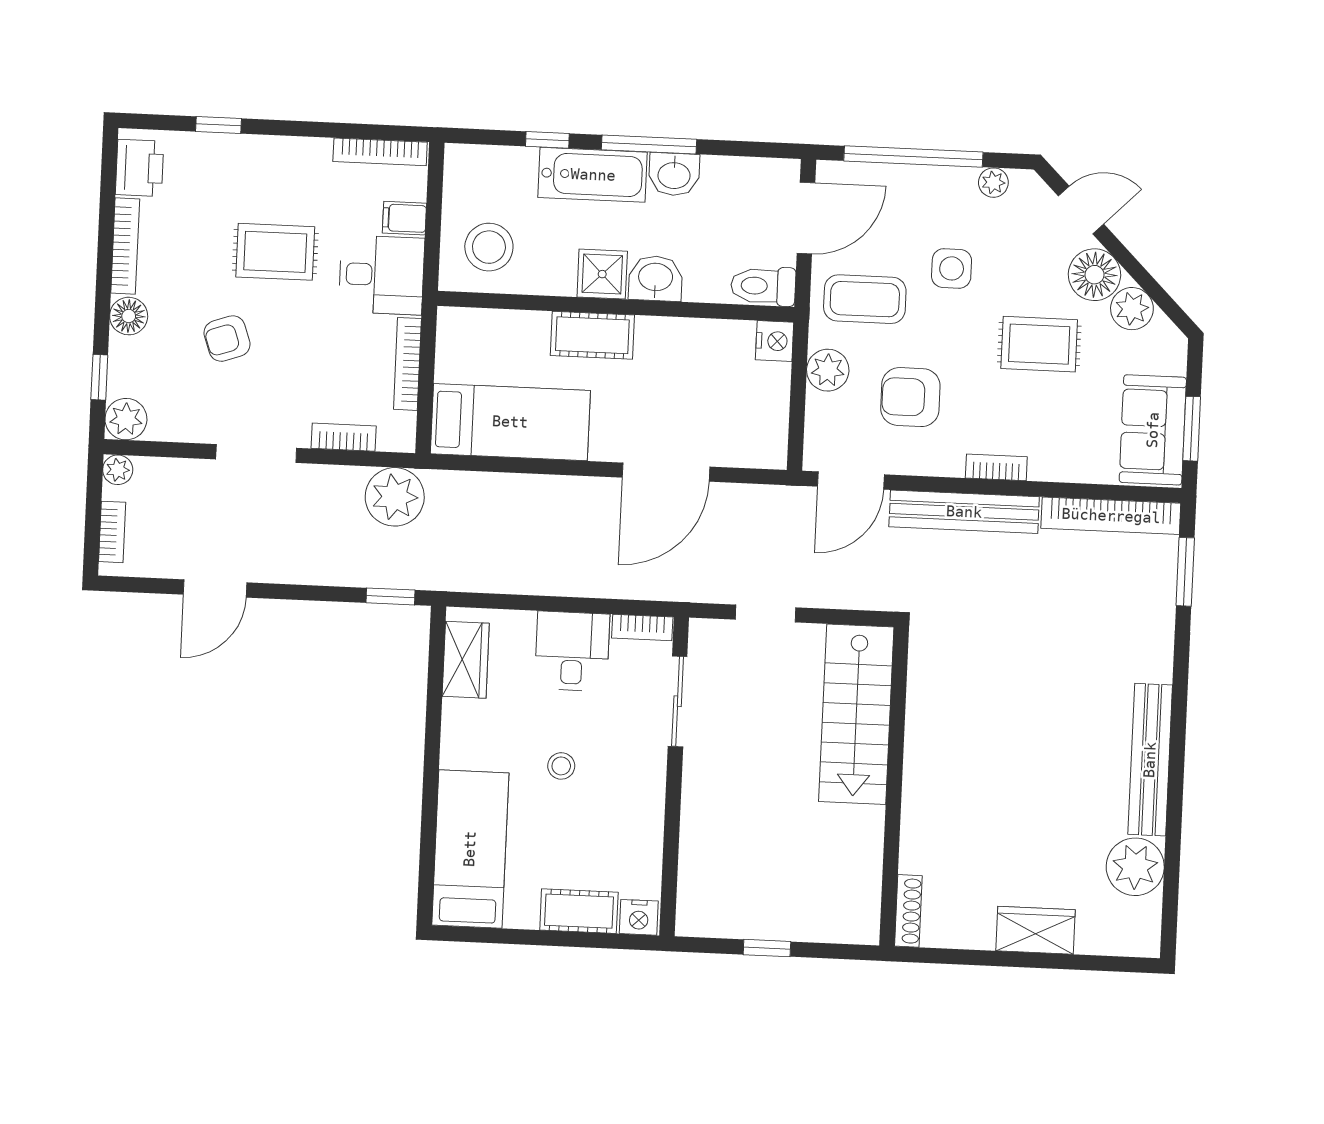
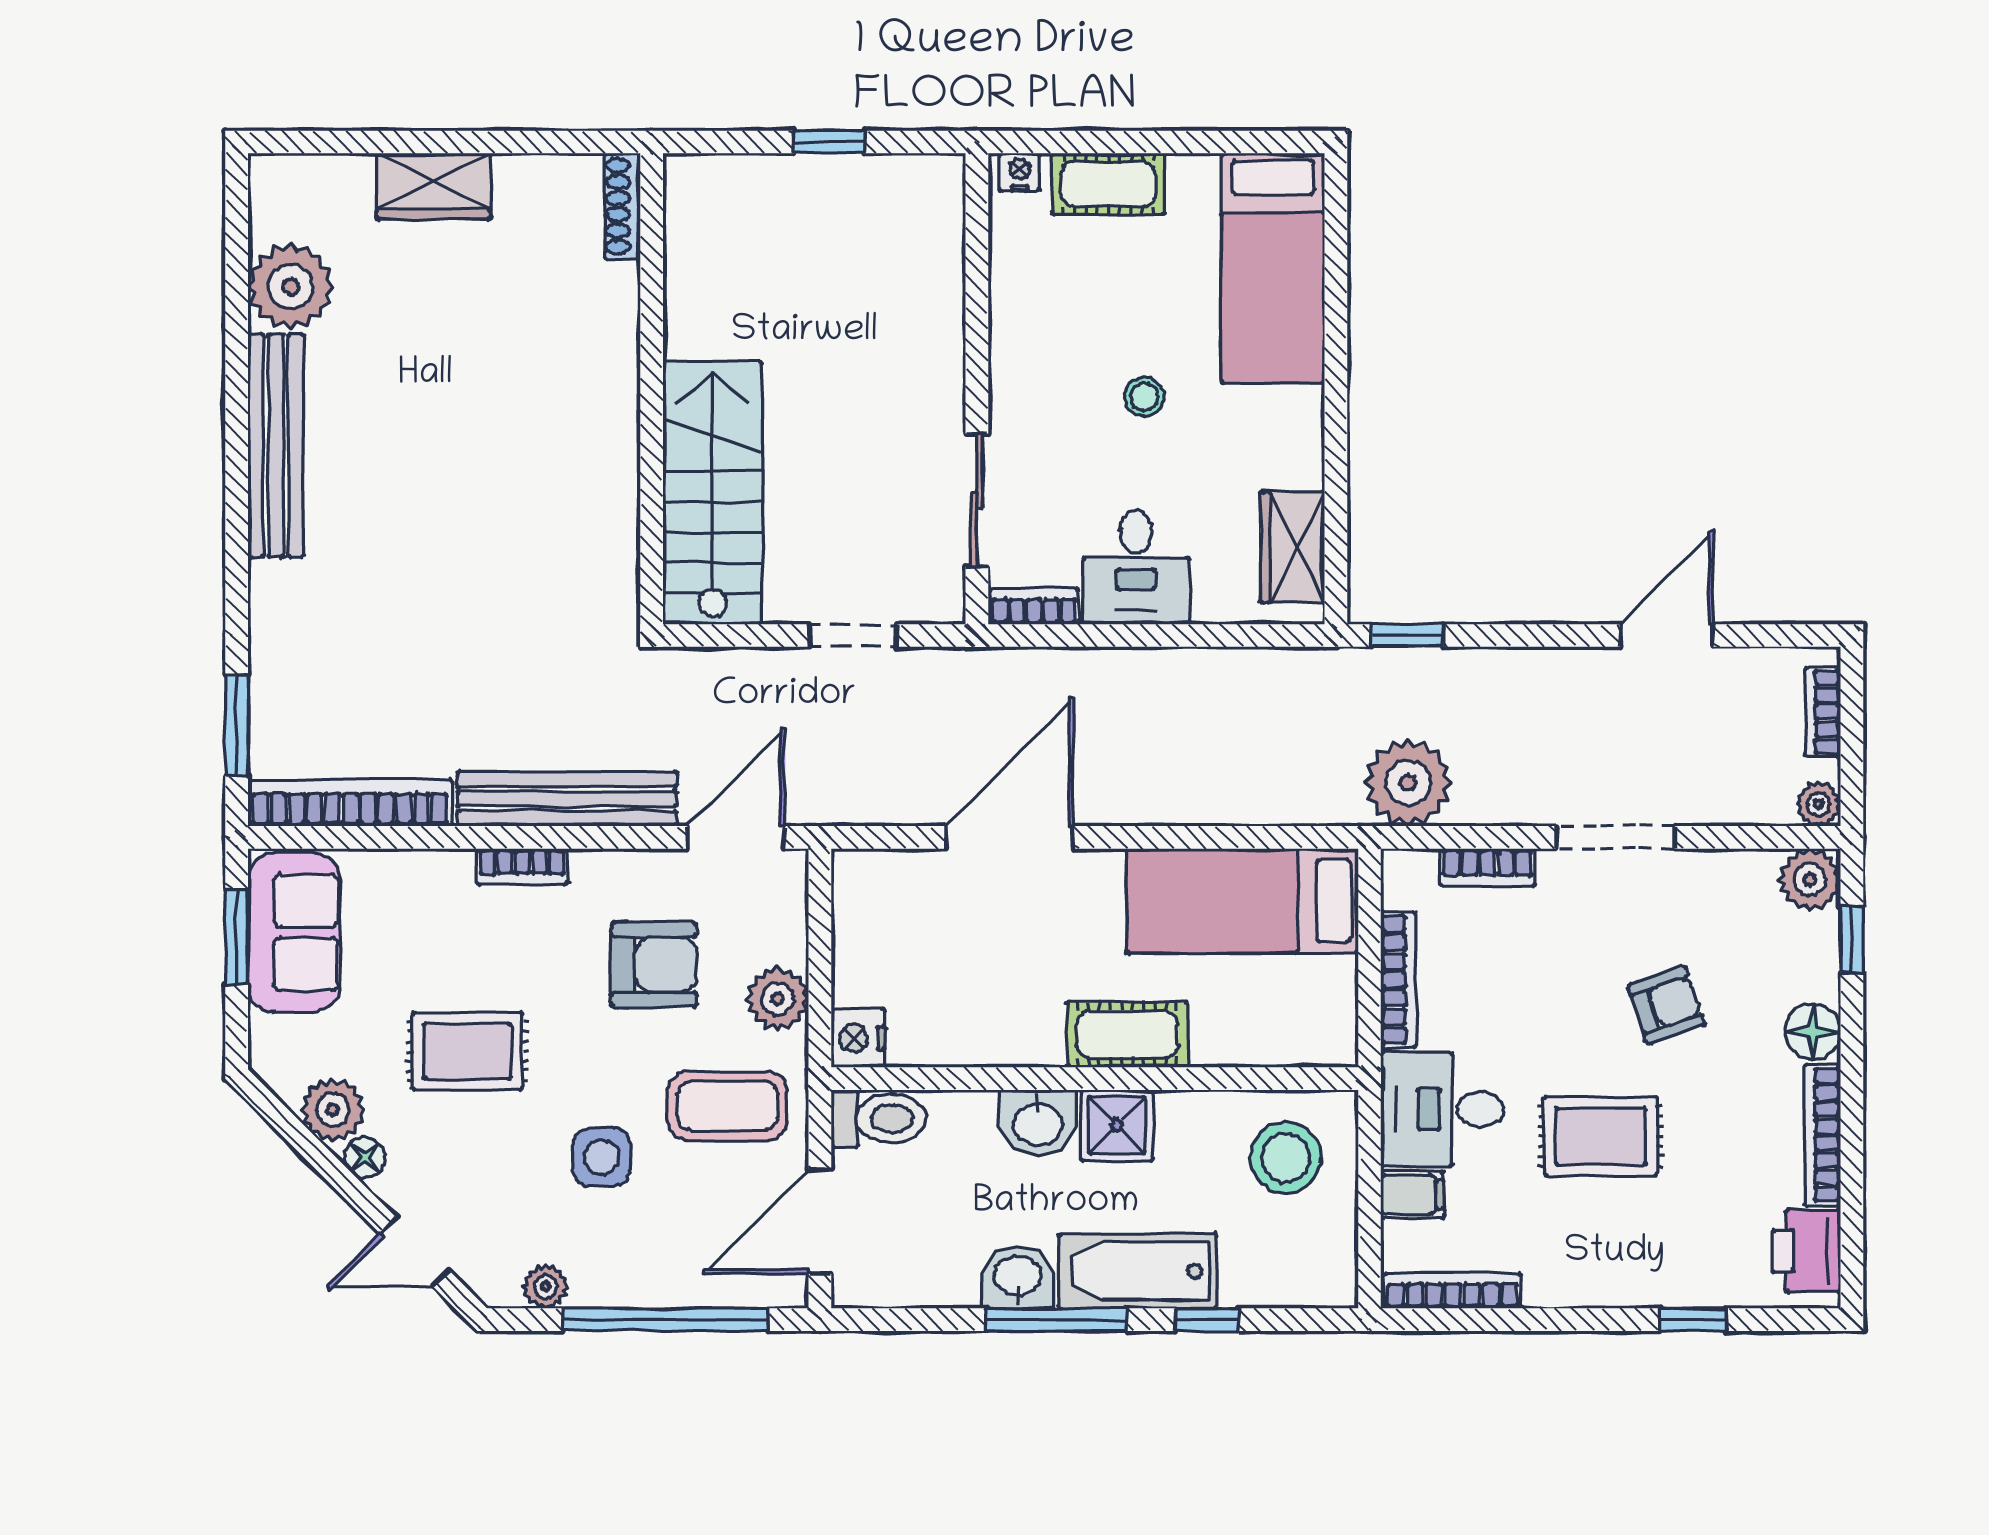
floor lamp: (1094, 275) -> (365, 1157), width x0.53, depth x0.53
nightstand: (639, 917) -> (1020, 172), width x0.72, depth x0.74

